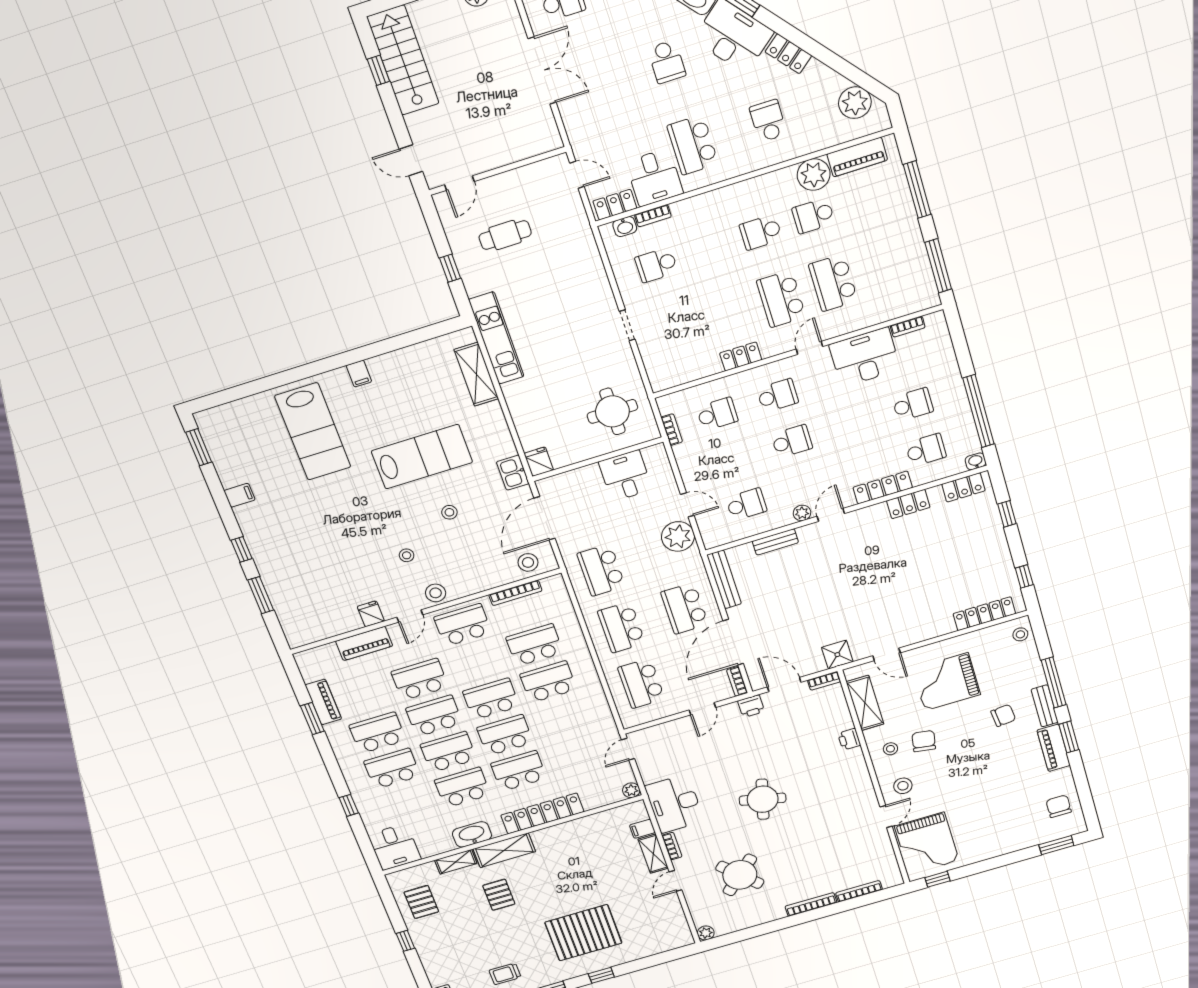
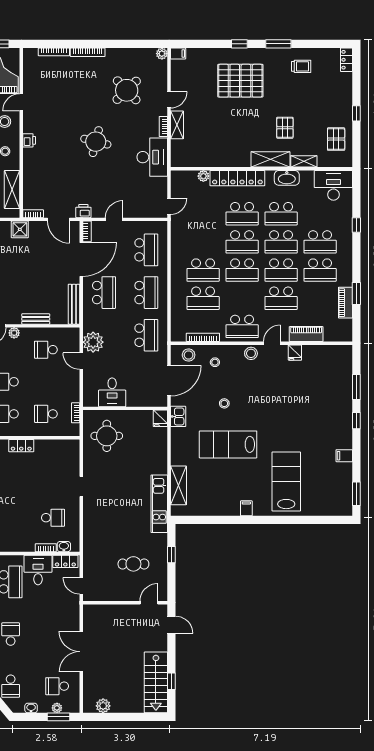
stool: (407, 555) -> (215, 362), moved
printer: (849, 739) -> (29, 140), moved
plant: (631, 790) -> (203, 176), moved
filing cabinet: (642, 829) -> (178, 54), moved
desk: (395, 847) -> (333, 185), width x1.37

